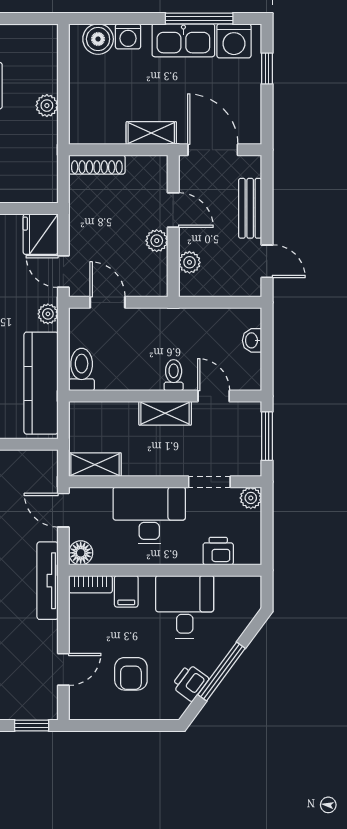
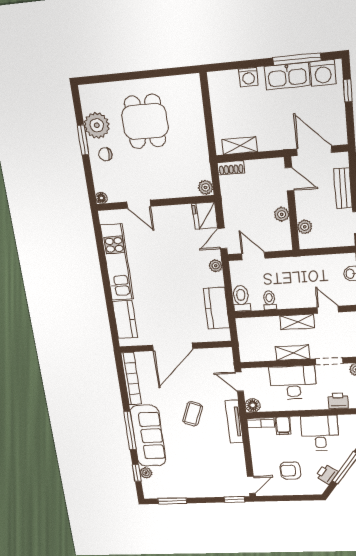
boiler: (98, 39) -> (228, 81), removed
plant: (47, 106) -> (206, 187), moved
shelving: (151, 133) -> (240, 146), moved
shoe rack: (97, 165) -> (231, 168), width x0.70
door: (173, 210) -> (289, 179), moved
door: (63, 271) -> (222, 238), hinge flipped
toilet: (174, 375) -> (269, 300), moved
kitchen counter: (41, 383) -> (216, 308), width x0.67
shelving: (95, 465) -> (293, 353), moved
door: (63, 669) -> (251, 485), moved
armchair: (131, 674) -> (290, 471), turned 89

